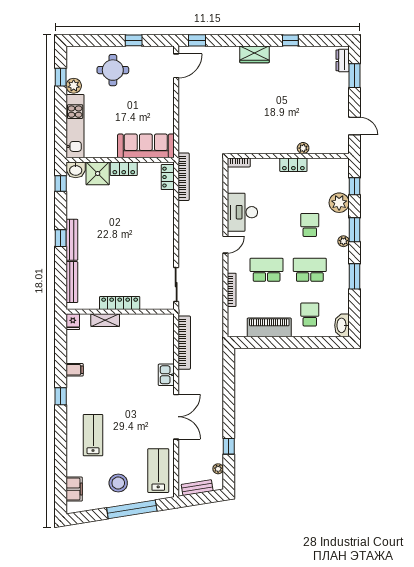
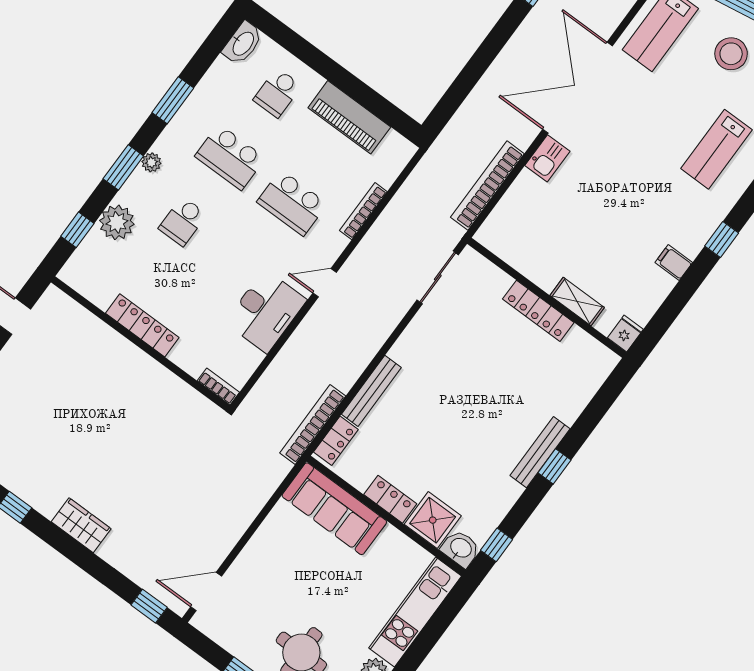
plant: (303, 148) -> (111, 339), removed
locker: (293, 165) -> (142, 325), width x1.53
bench: (72, 282) -> (371, 391), moved
double door: (176, 417) -> (578, 88), width x1.36

